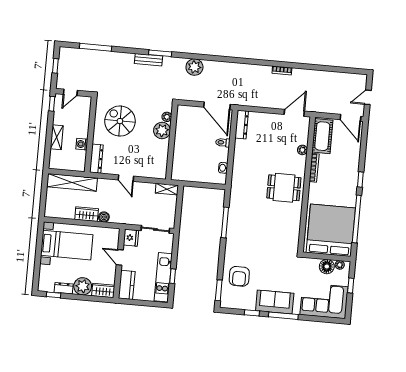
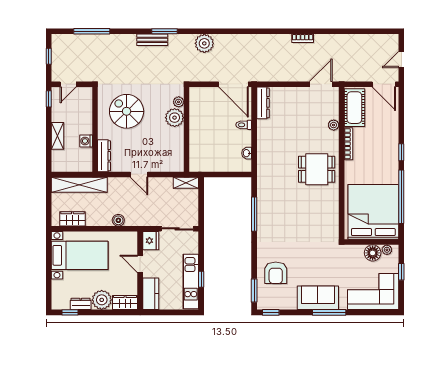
wardrobe: (87, 214) -> (72, 219), moved
window: (252, 313) -> (271, 312), moved

